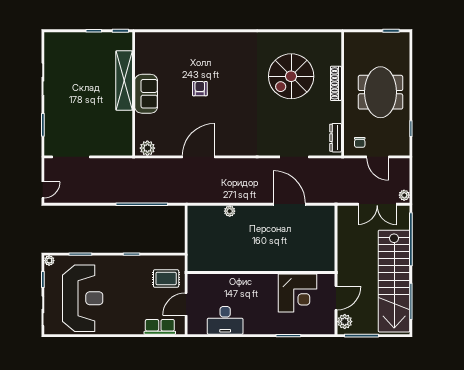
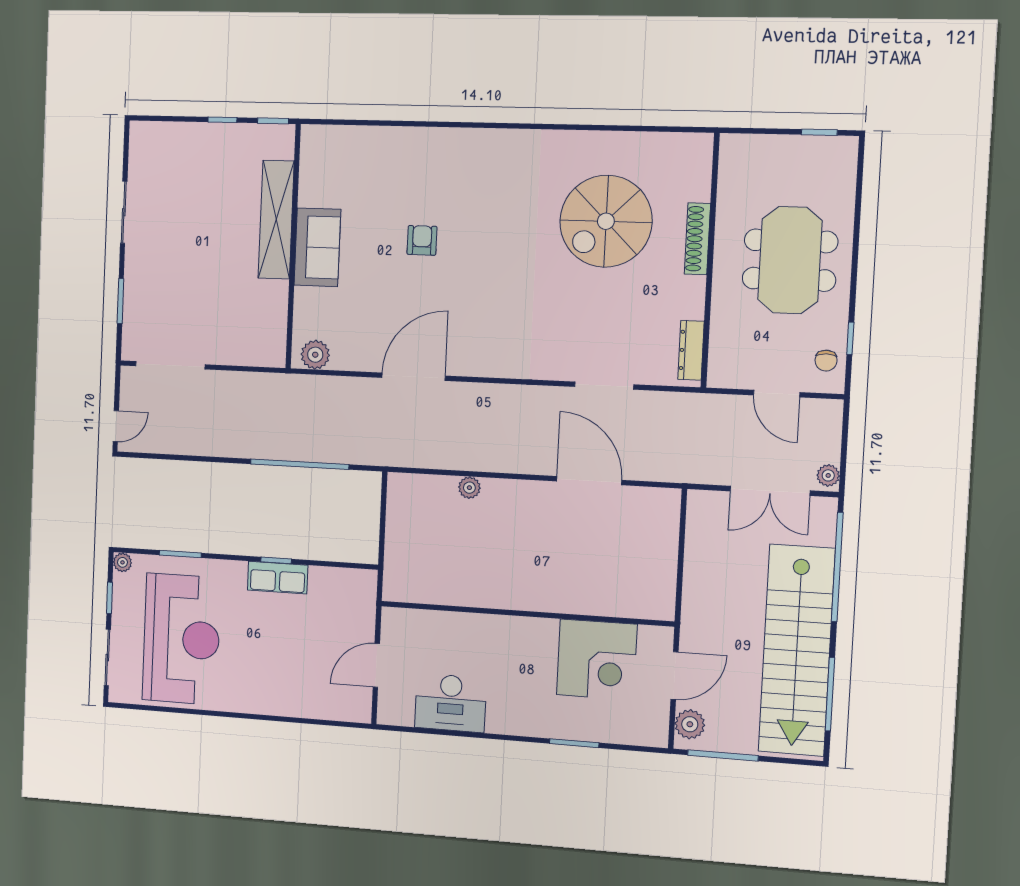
chair: (360, 142) -> (826, 361), moved
rug: (166, 278) -> (340, 612), removed
row of seats: (160, 327) -> (278, 578), moved, turned 180

